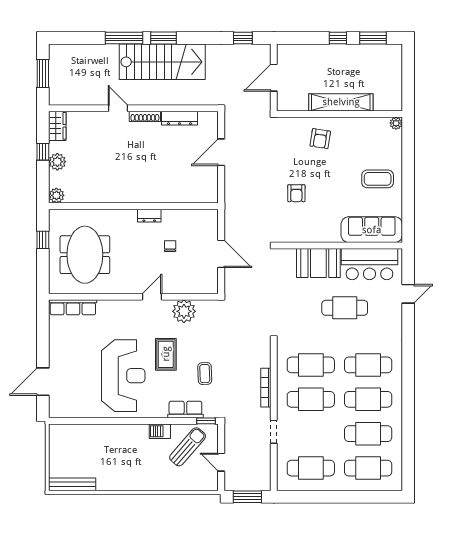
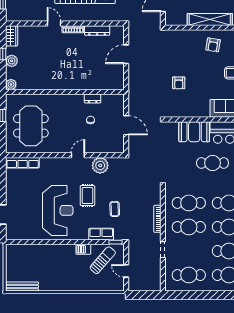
armchair: (320, 139) -> (213, 45), moved
dresser: (149, 216) -> (93, 99), moved
window: (247, 497) -> (145, 295), removed

